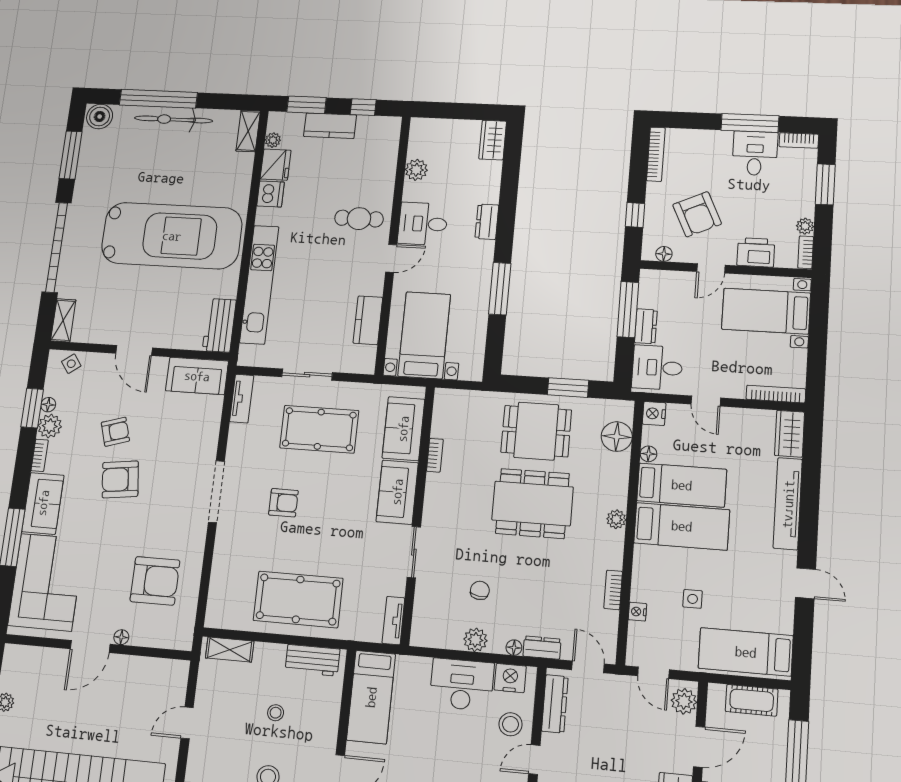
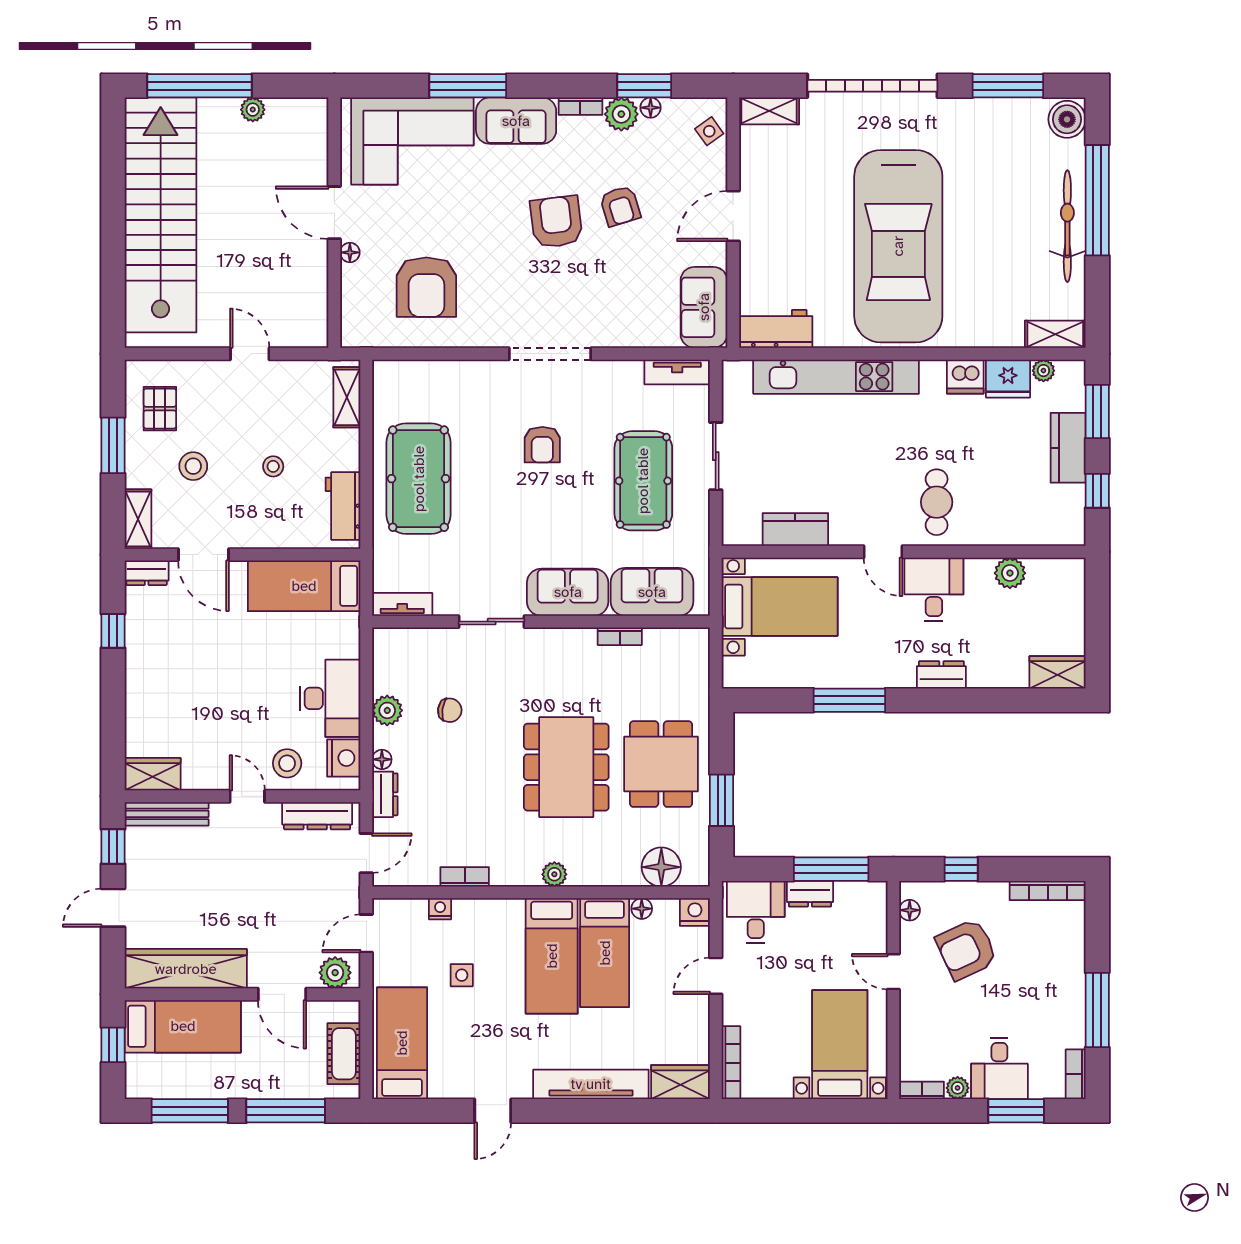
desk: (755, 153) -> (999, 1069), moved, turned 90
printer: (756, 252) -> (918, 1027), removed

